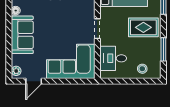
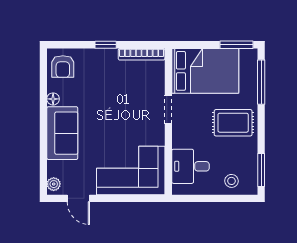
doorway: (97, 29) -> (168, 109), moved
window: (163, 49) -> (261, 170), moved
door: (34, 81) -> (78, 198), hinge flipped

